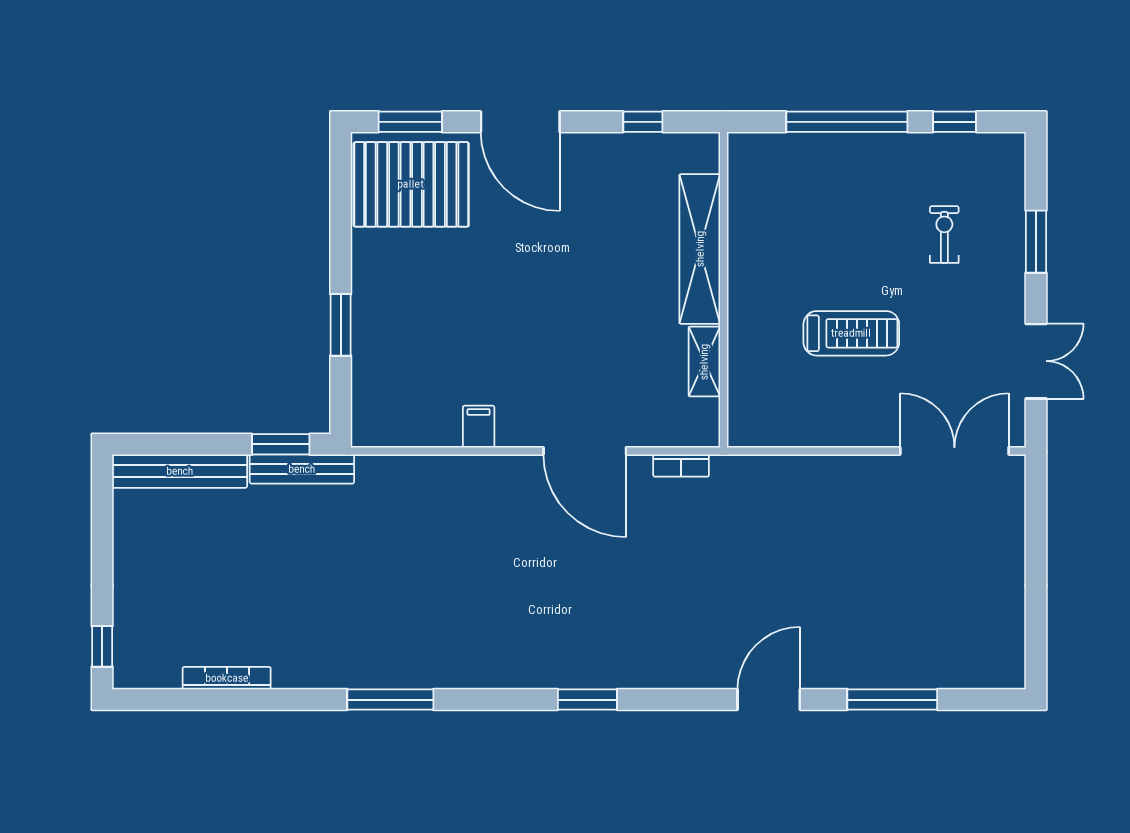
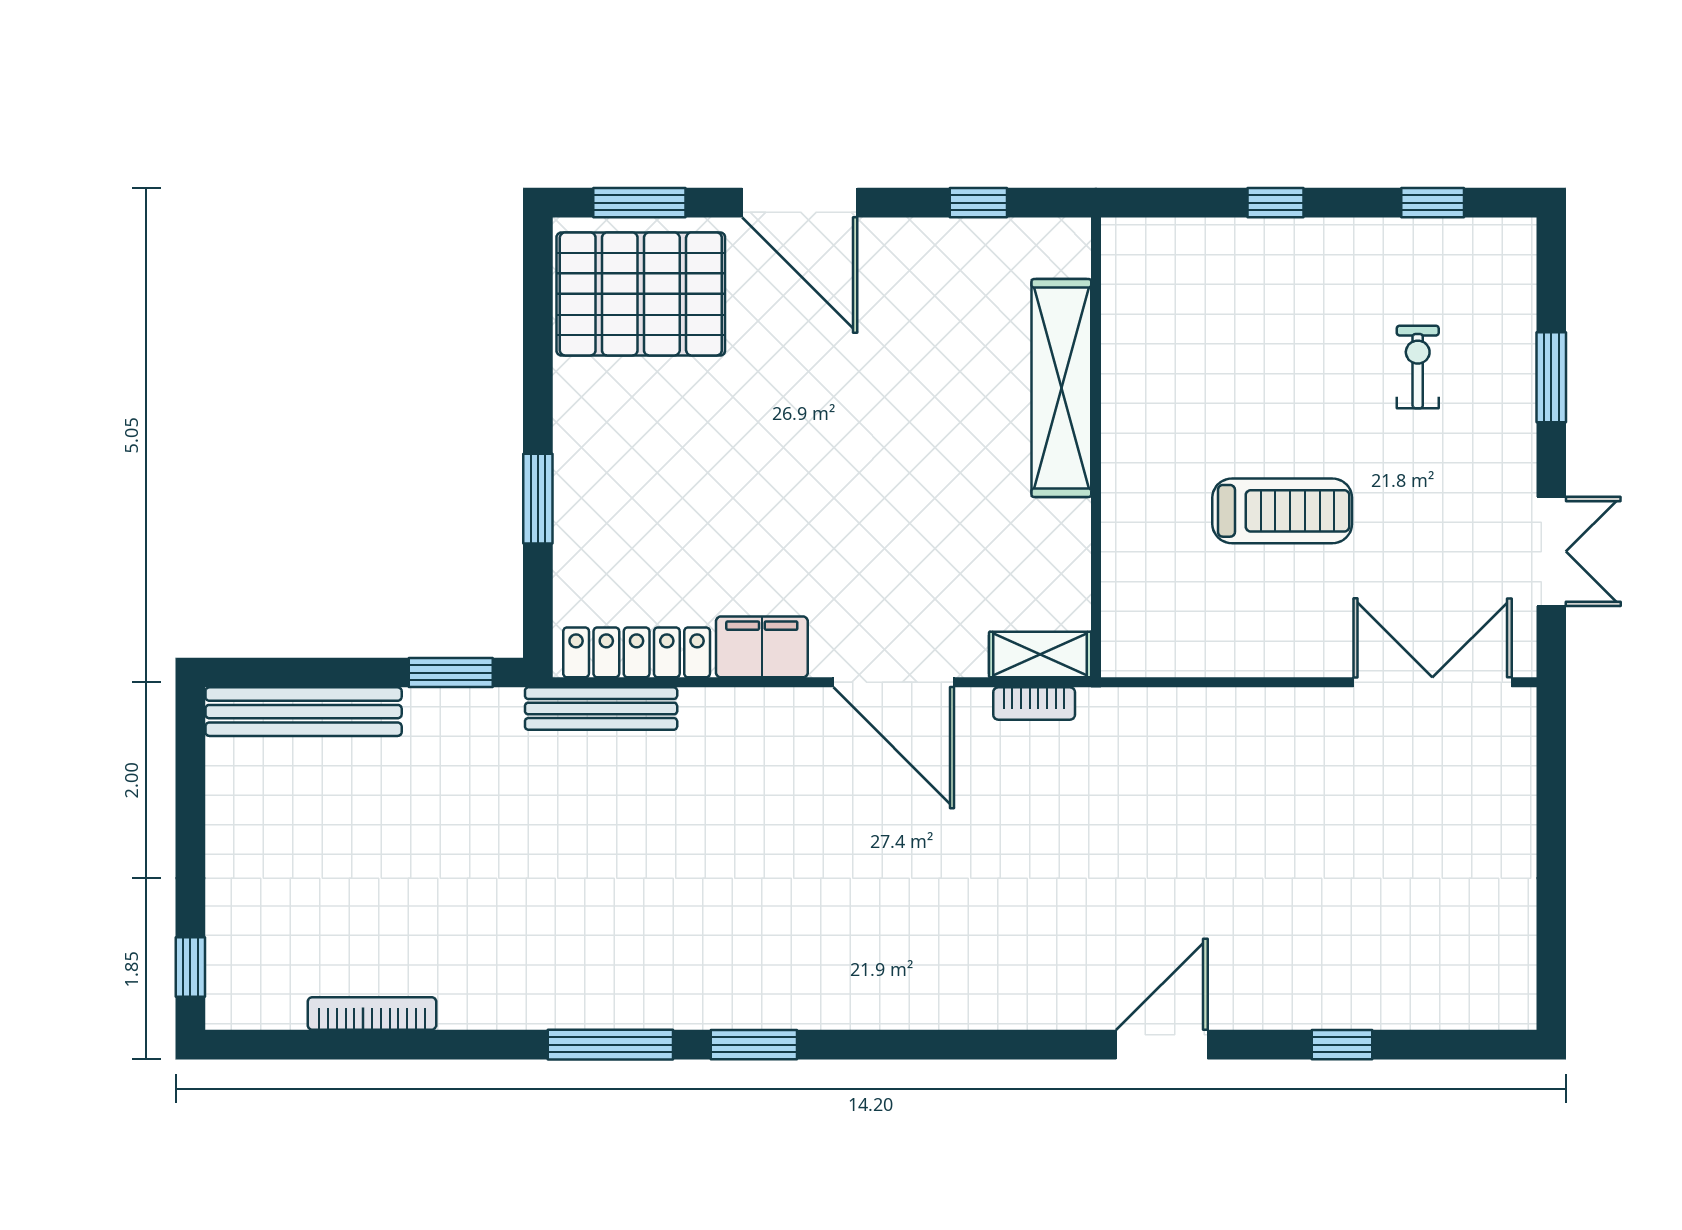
window: (847, 122) -> (1276, 203), width x0.32
shelving: (704, 362) -> (1040, 655), moved, turned 90
filing cabinet: (479, 427) -> (762, 647), width x2.00
locker: (408, 430) -> (637, 652), added
bench: (302, 469) -> (601, 709), moved
window: (587, 700) -> (754, 1045), moved
window: (892, 700) -> (1342, 1045), width x0.46

